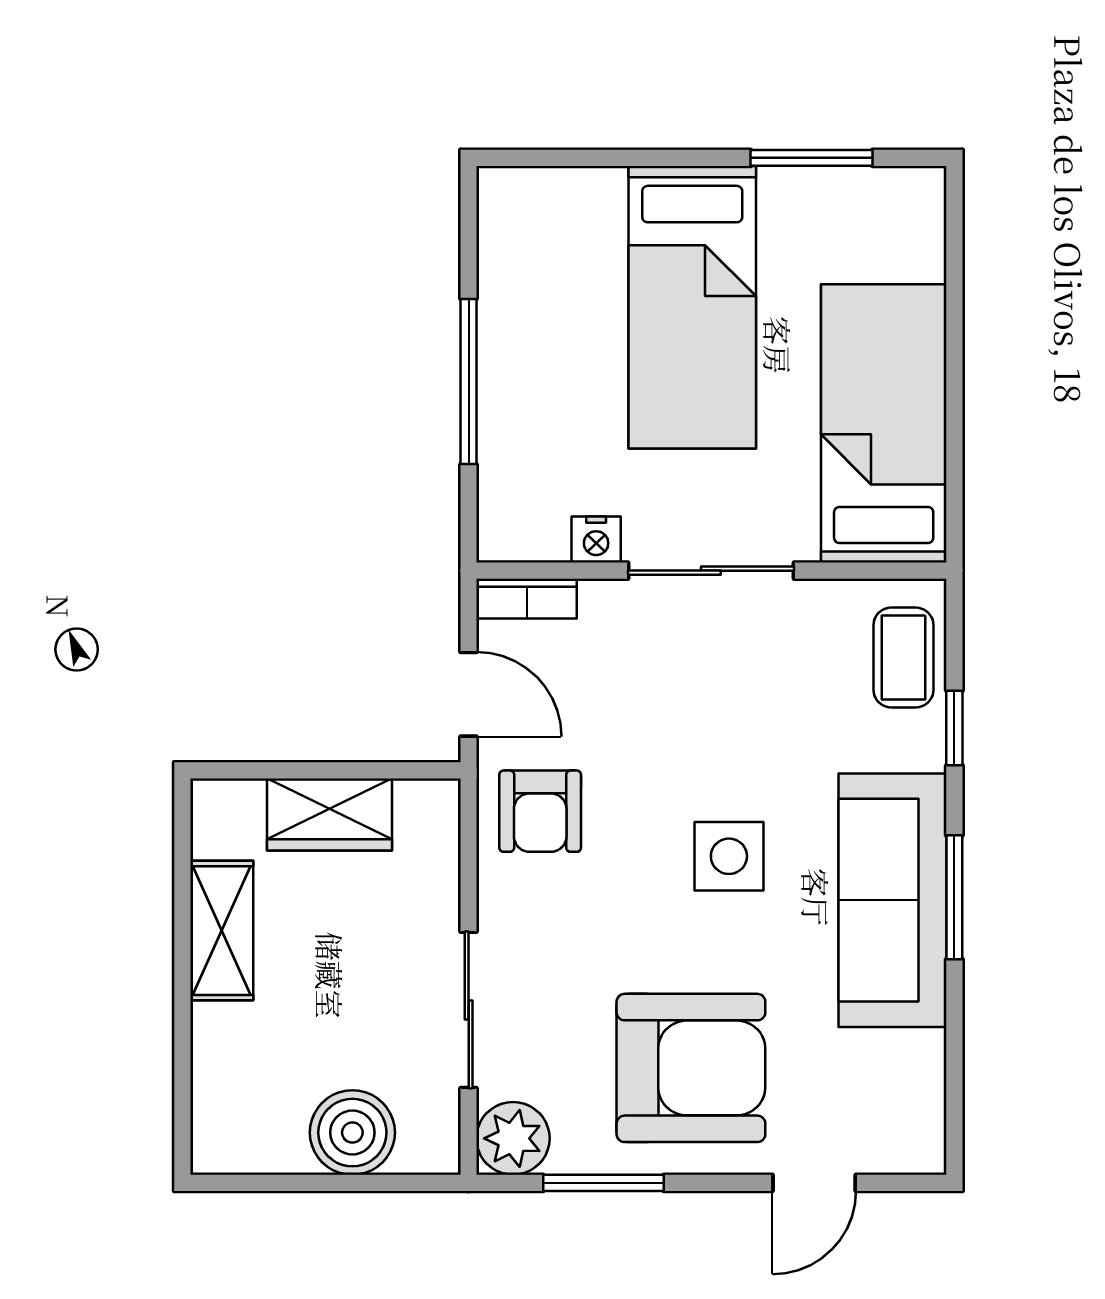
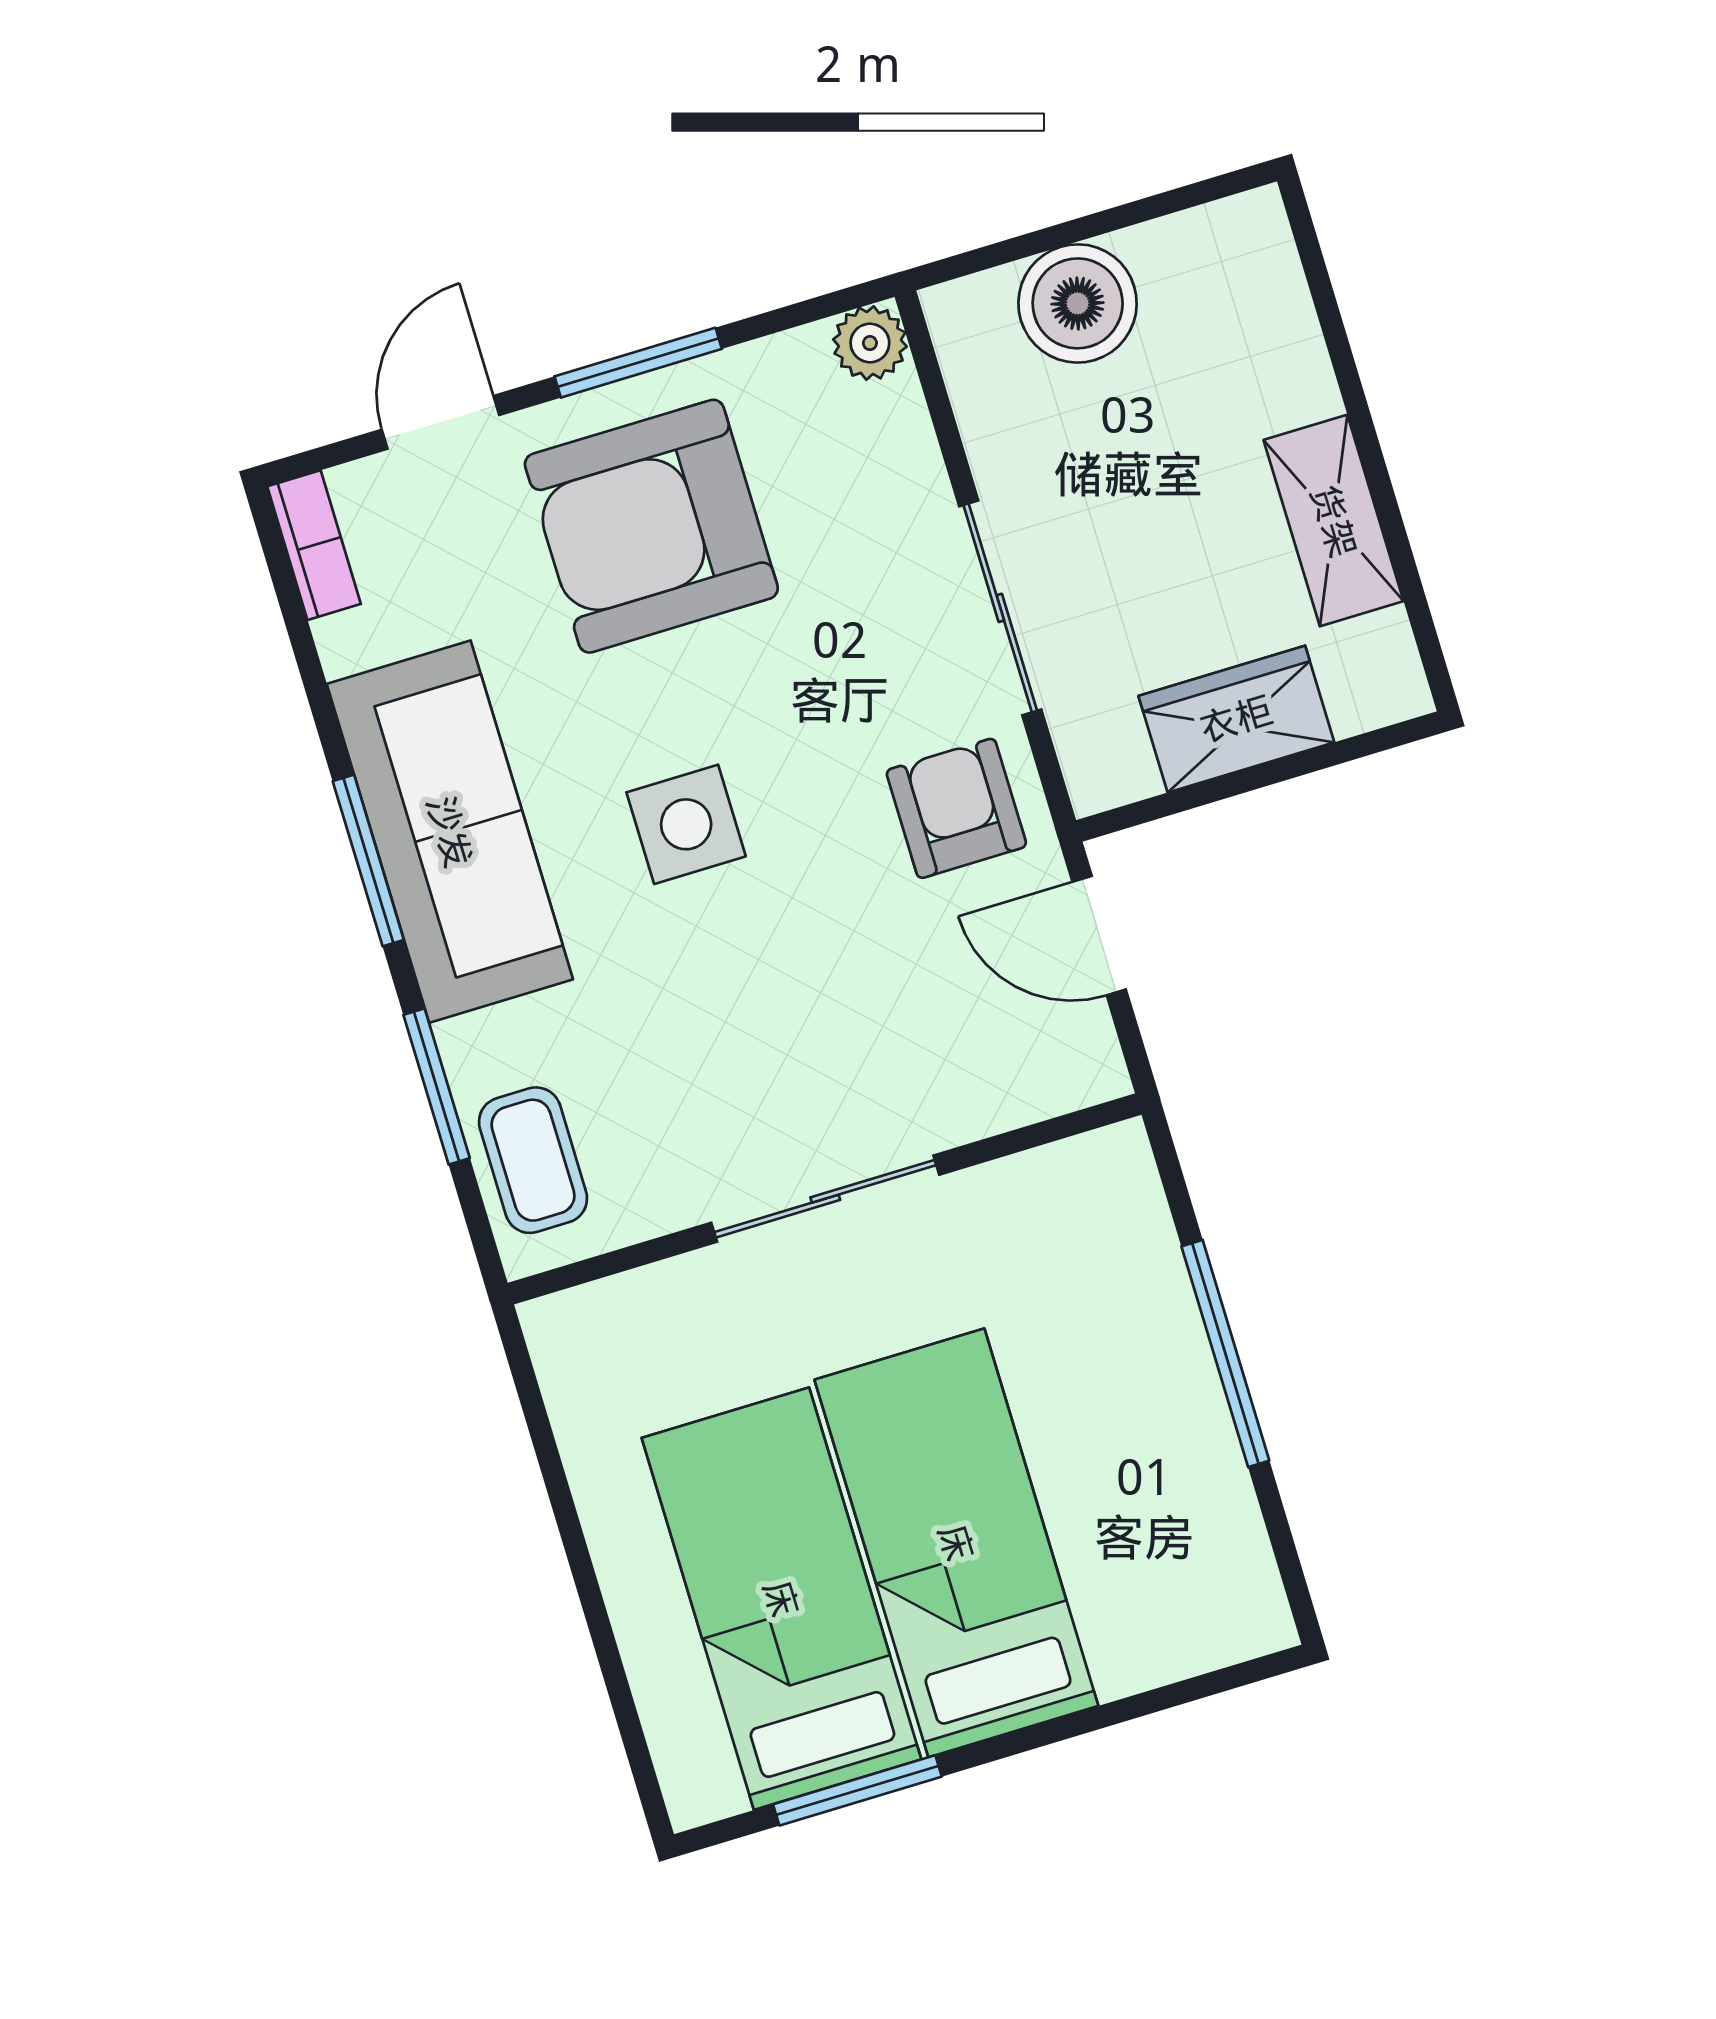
bed: (884, 423) -> (781, 1599), moved, turned 180
nightstand: (596, 539) -> (991, 1194), removed
bookcase: (527, 599) -> (314, 545), moved, turned 90
window: (954, 728) -> (437, 1087), width x1.50
sliding door: (469, 1010) -> (1000, 608), moved
plant: (513, 1138) -> (870, 343), width x0.73, depth x0.73
window: (604, 1183) -> (638, 363), moved

